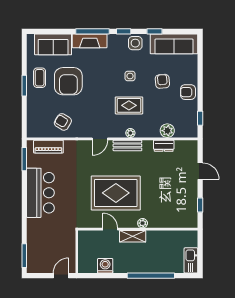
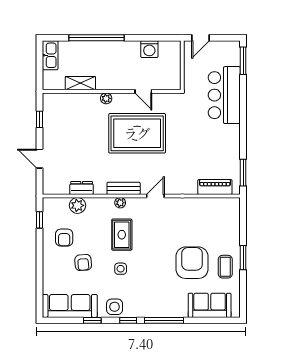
fireplace: (90, 41) -> (167, 309), removed
armchair: (188, 92) -> (64, 238), moved, turned 90
rug: (129, 105) -> (122, 235), turned 90
armchair: (63, 122) -> (198, 216), removed
bar counter: (40, 193) -> (224, 95), moved
shelving: (133, 236) -> (80, 83), moved

